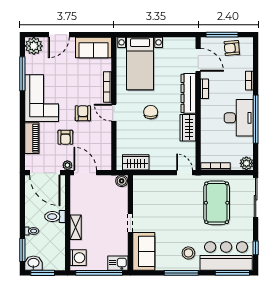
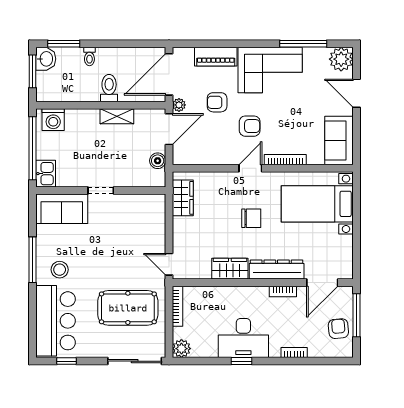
window: (256, 119) -> (242, 361), width x0.32
door: (185, 173) -> (169, 264), swing flipped
boiler: (122, 181) -> (158, 161), moved
shelving: (76, 227) -> (117, 116), moved
window: (232, 273) -> (33, 329), removed

